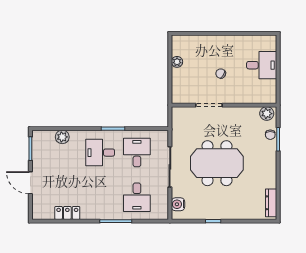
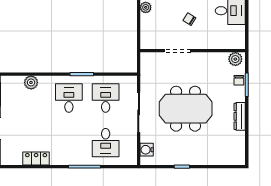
desk: (100, 153) -> (69, 98), turned 90
dresser: (271, 203) -> (240, 116), moved

